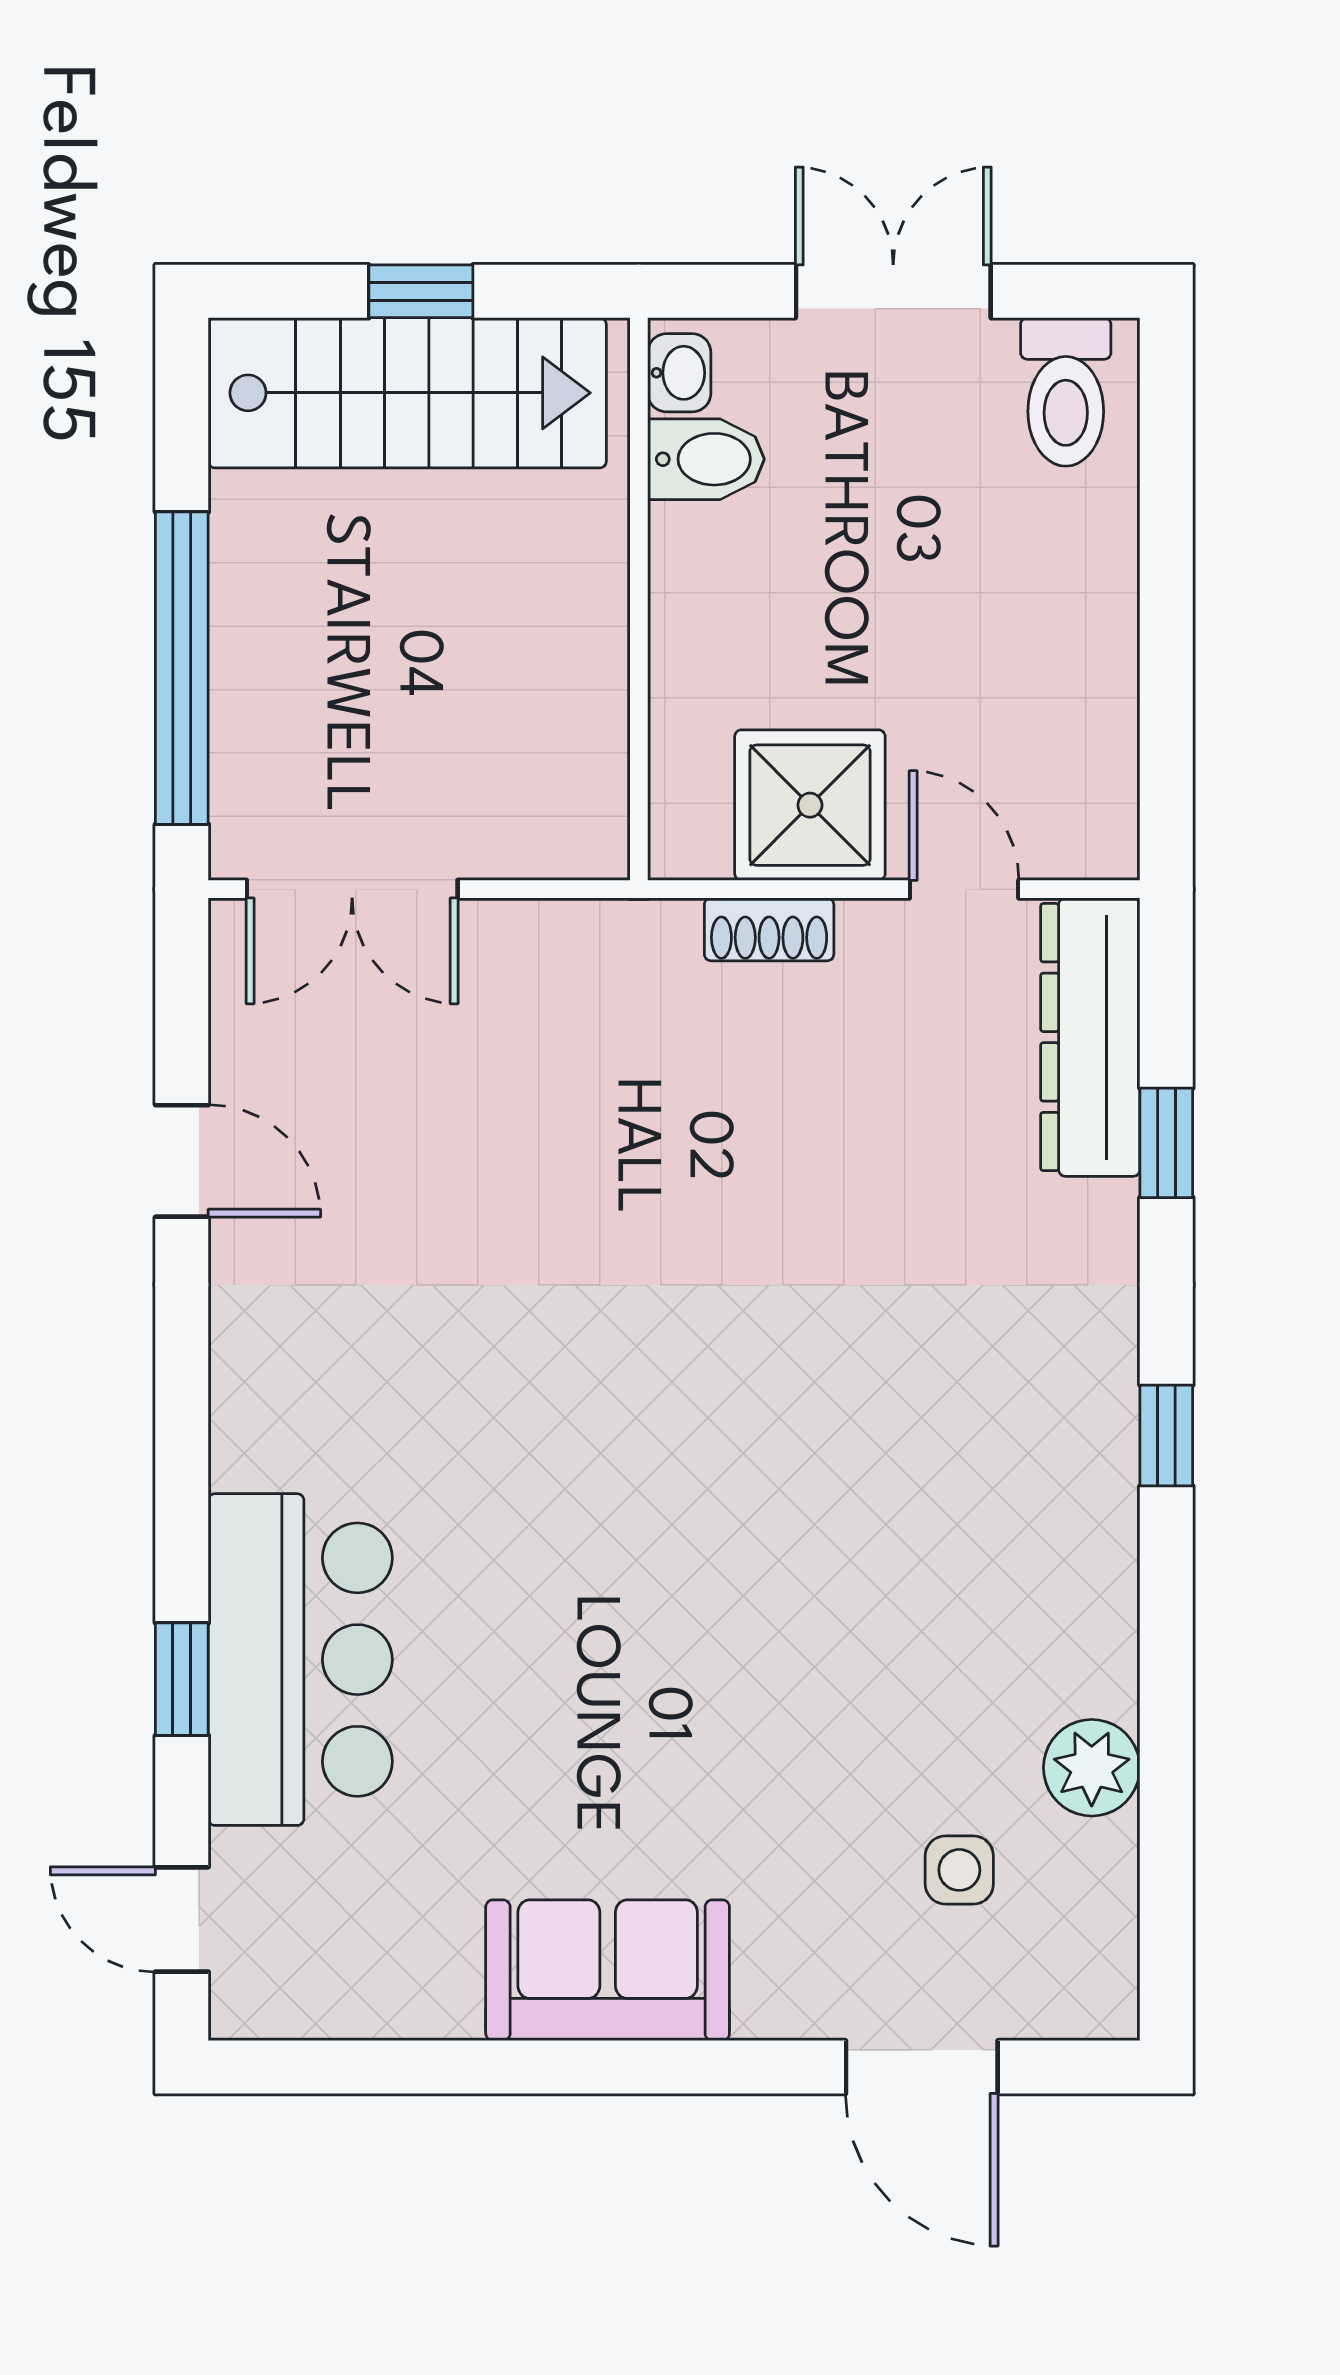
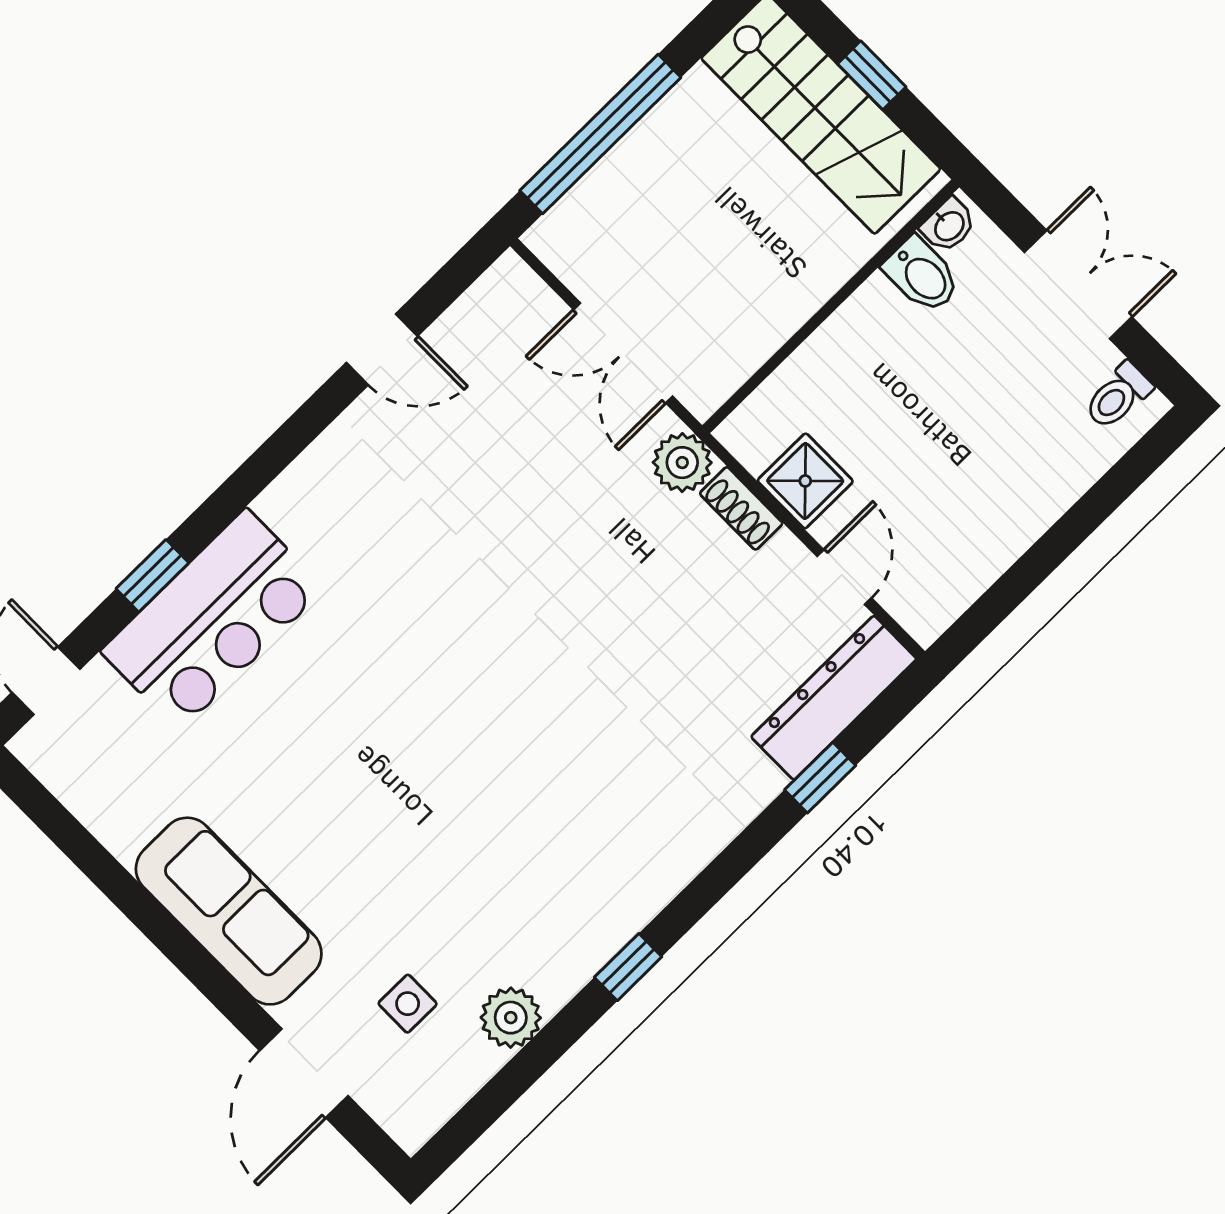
toilet: (1066, 392) -> (1118, 396), width x0.73, depth x0.72
shower: (810, 805) -> (805, 481), width x0.73, depth x0.73
double door: (352, 889) -> (623, 353), moved
plant: (650, 945) -> (682, 463), added
door: (182, 1161) -> (382, 349), hinge flipped
window: (1166, 1435) -> (628, 967), moved
sofa: (608, 1970) -> (229, 911), width x1.36

